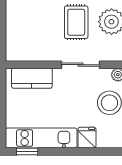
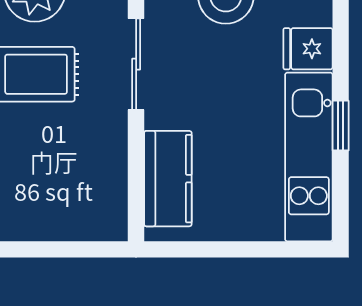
window: (27, 151) -> (341, 126), moved

